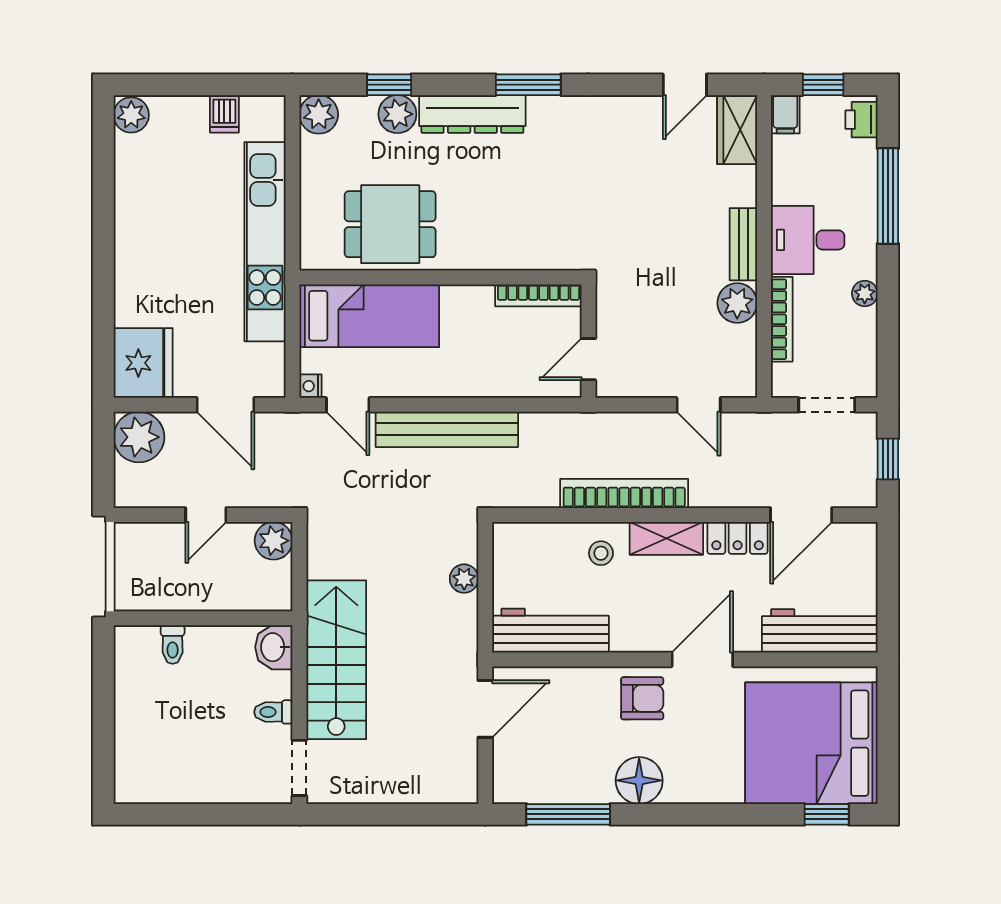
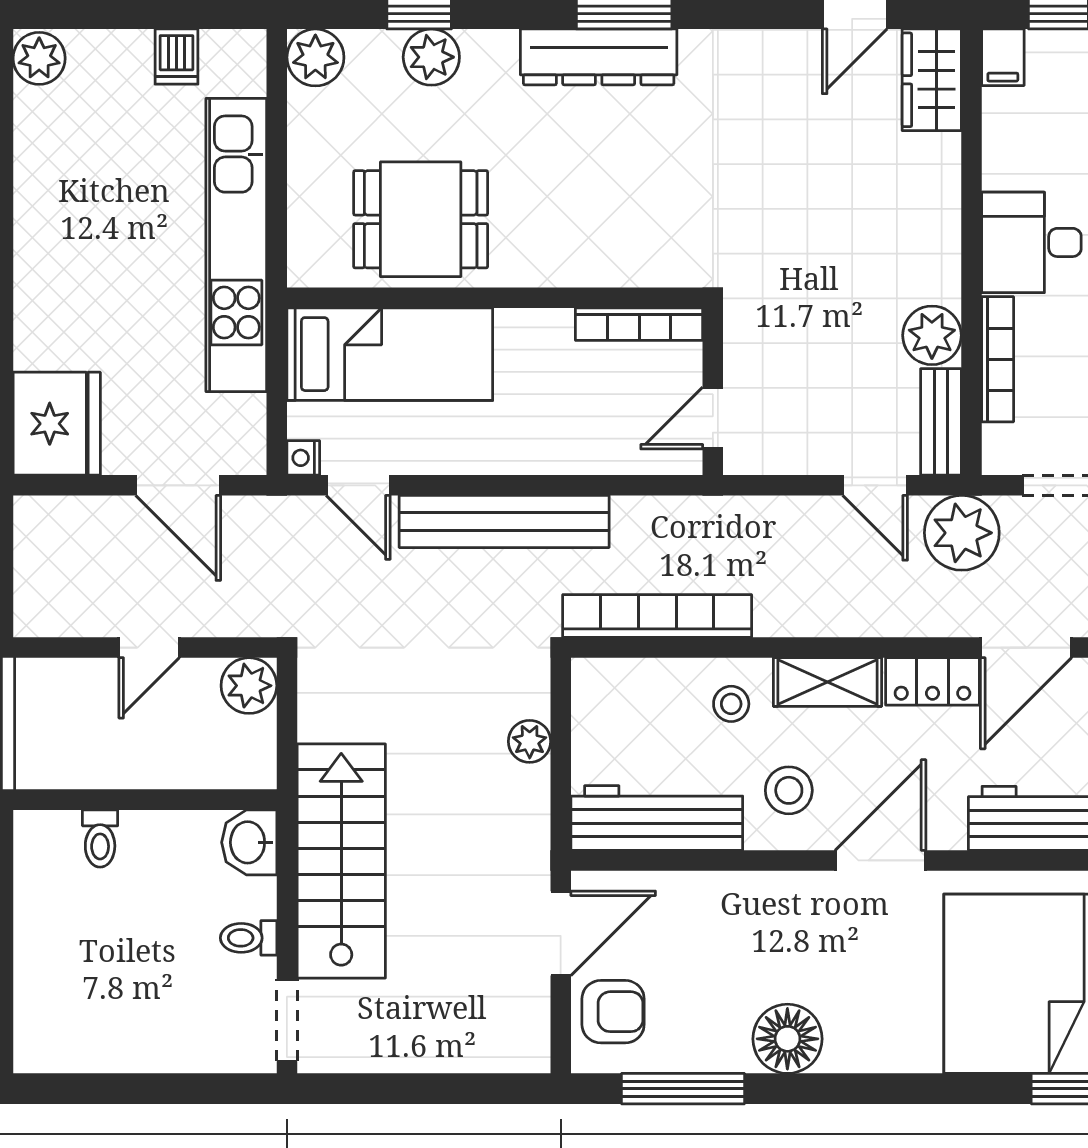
dresser: (472, 114) -> (599, 57), moved
bench: (743, 244) -> (941, 422), moved
plant: (139, 437) -> (962, 533), moved
bookcase: (624, 493) -> (657, 616), moved
stool: (640, 612) -> (789, 790), added
armchair: (642, 698) -> (613, 1012), moved

